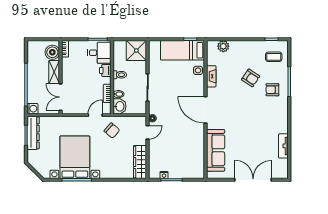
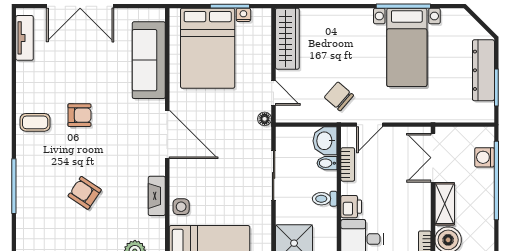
coffee table: (274, 57) -> (35, 122), moved
armchair: (272, 90) -> (79, 115), moved
double door: (61, 97) -> (433, 158), swing flipped
washing machine: (32, 109) -> (485, 157), moved
door: (148, 132) -> (274, 93), swing flipped
dresser: (33, 133) -> (483, 70), moved
tv unit: (283, 146) -> (25, 38), moved
bed with nightstands: (75, 157) -> (407, 47), width x0.73
bed: (184, 157) -> (208, 48), added

